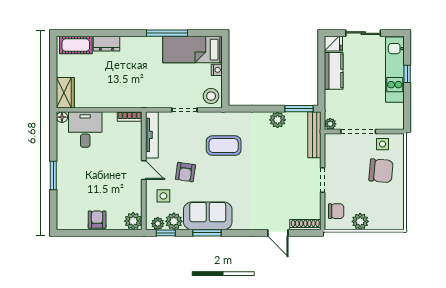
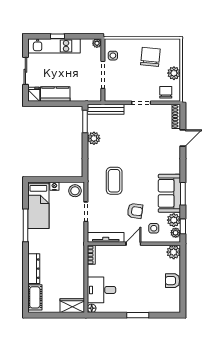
dresser: (106, 44) -> (34, 269), width x1.44
plant: (330, 124) -> (97, 43), moved
chair: (381, 171) -> (150, 57), moved

